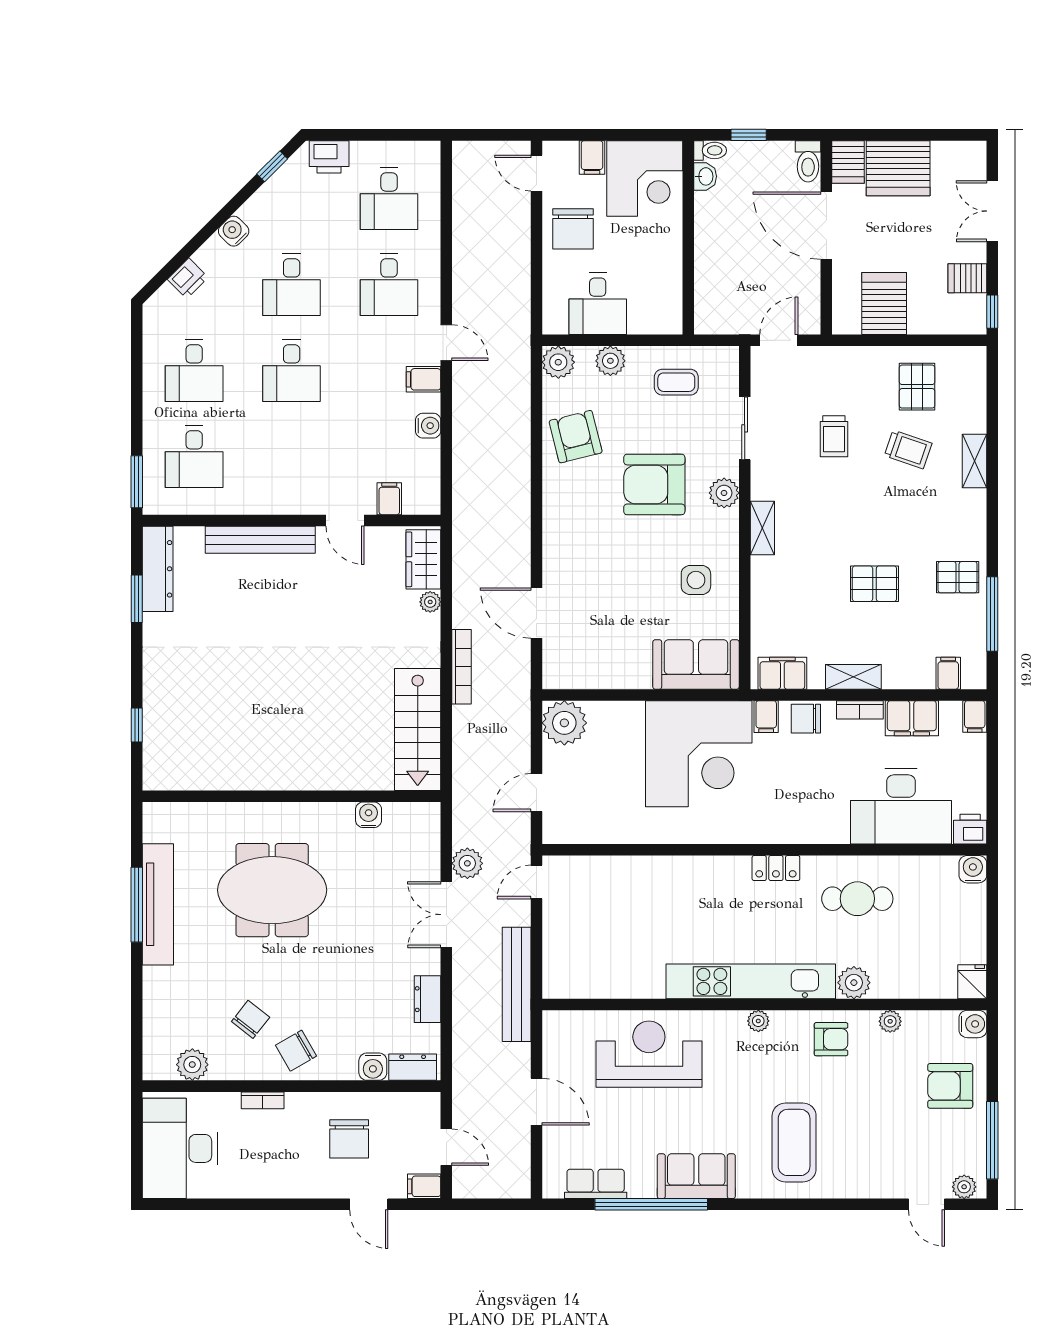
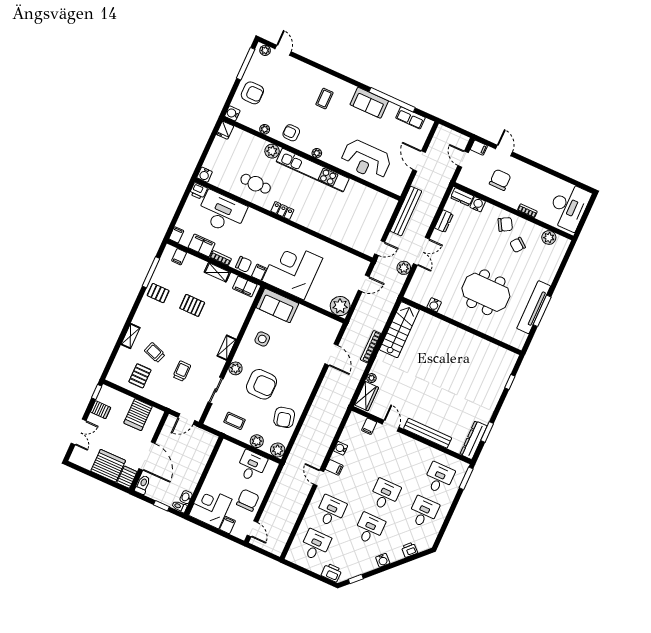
coffee table: (794, 1142) -> (324, 99), width x0.54, depth x0.58

